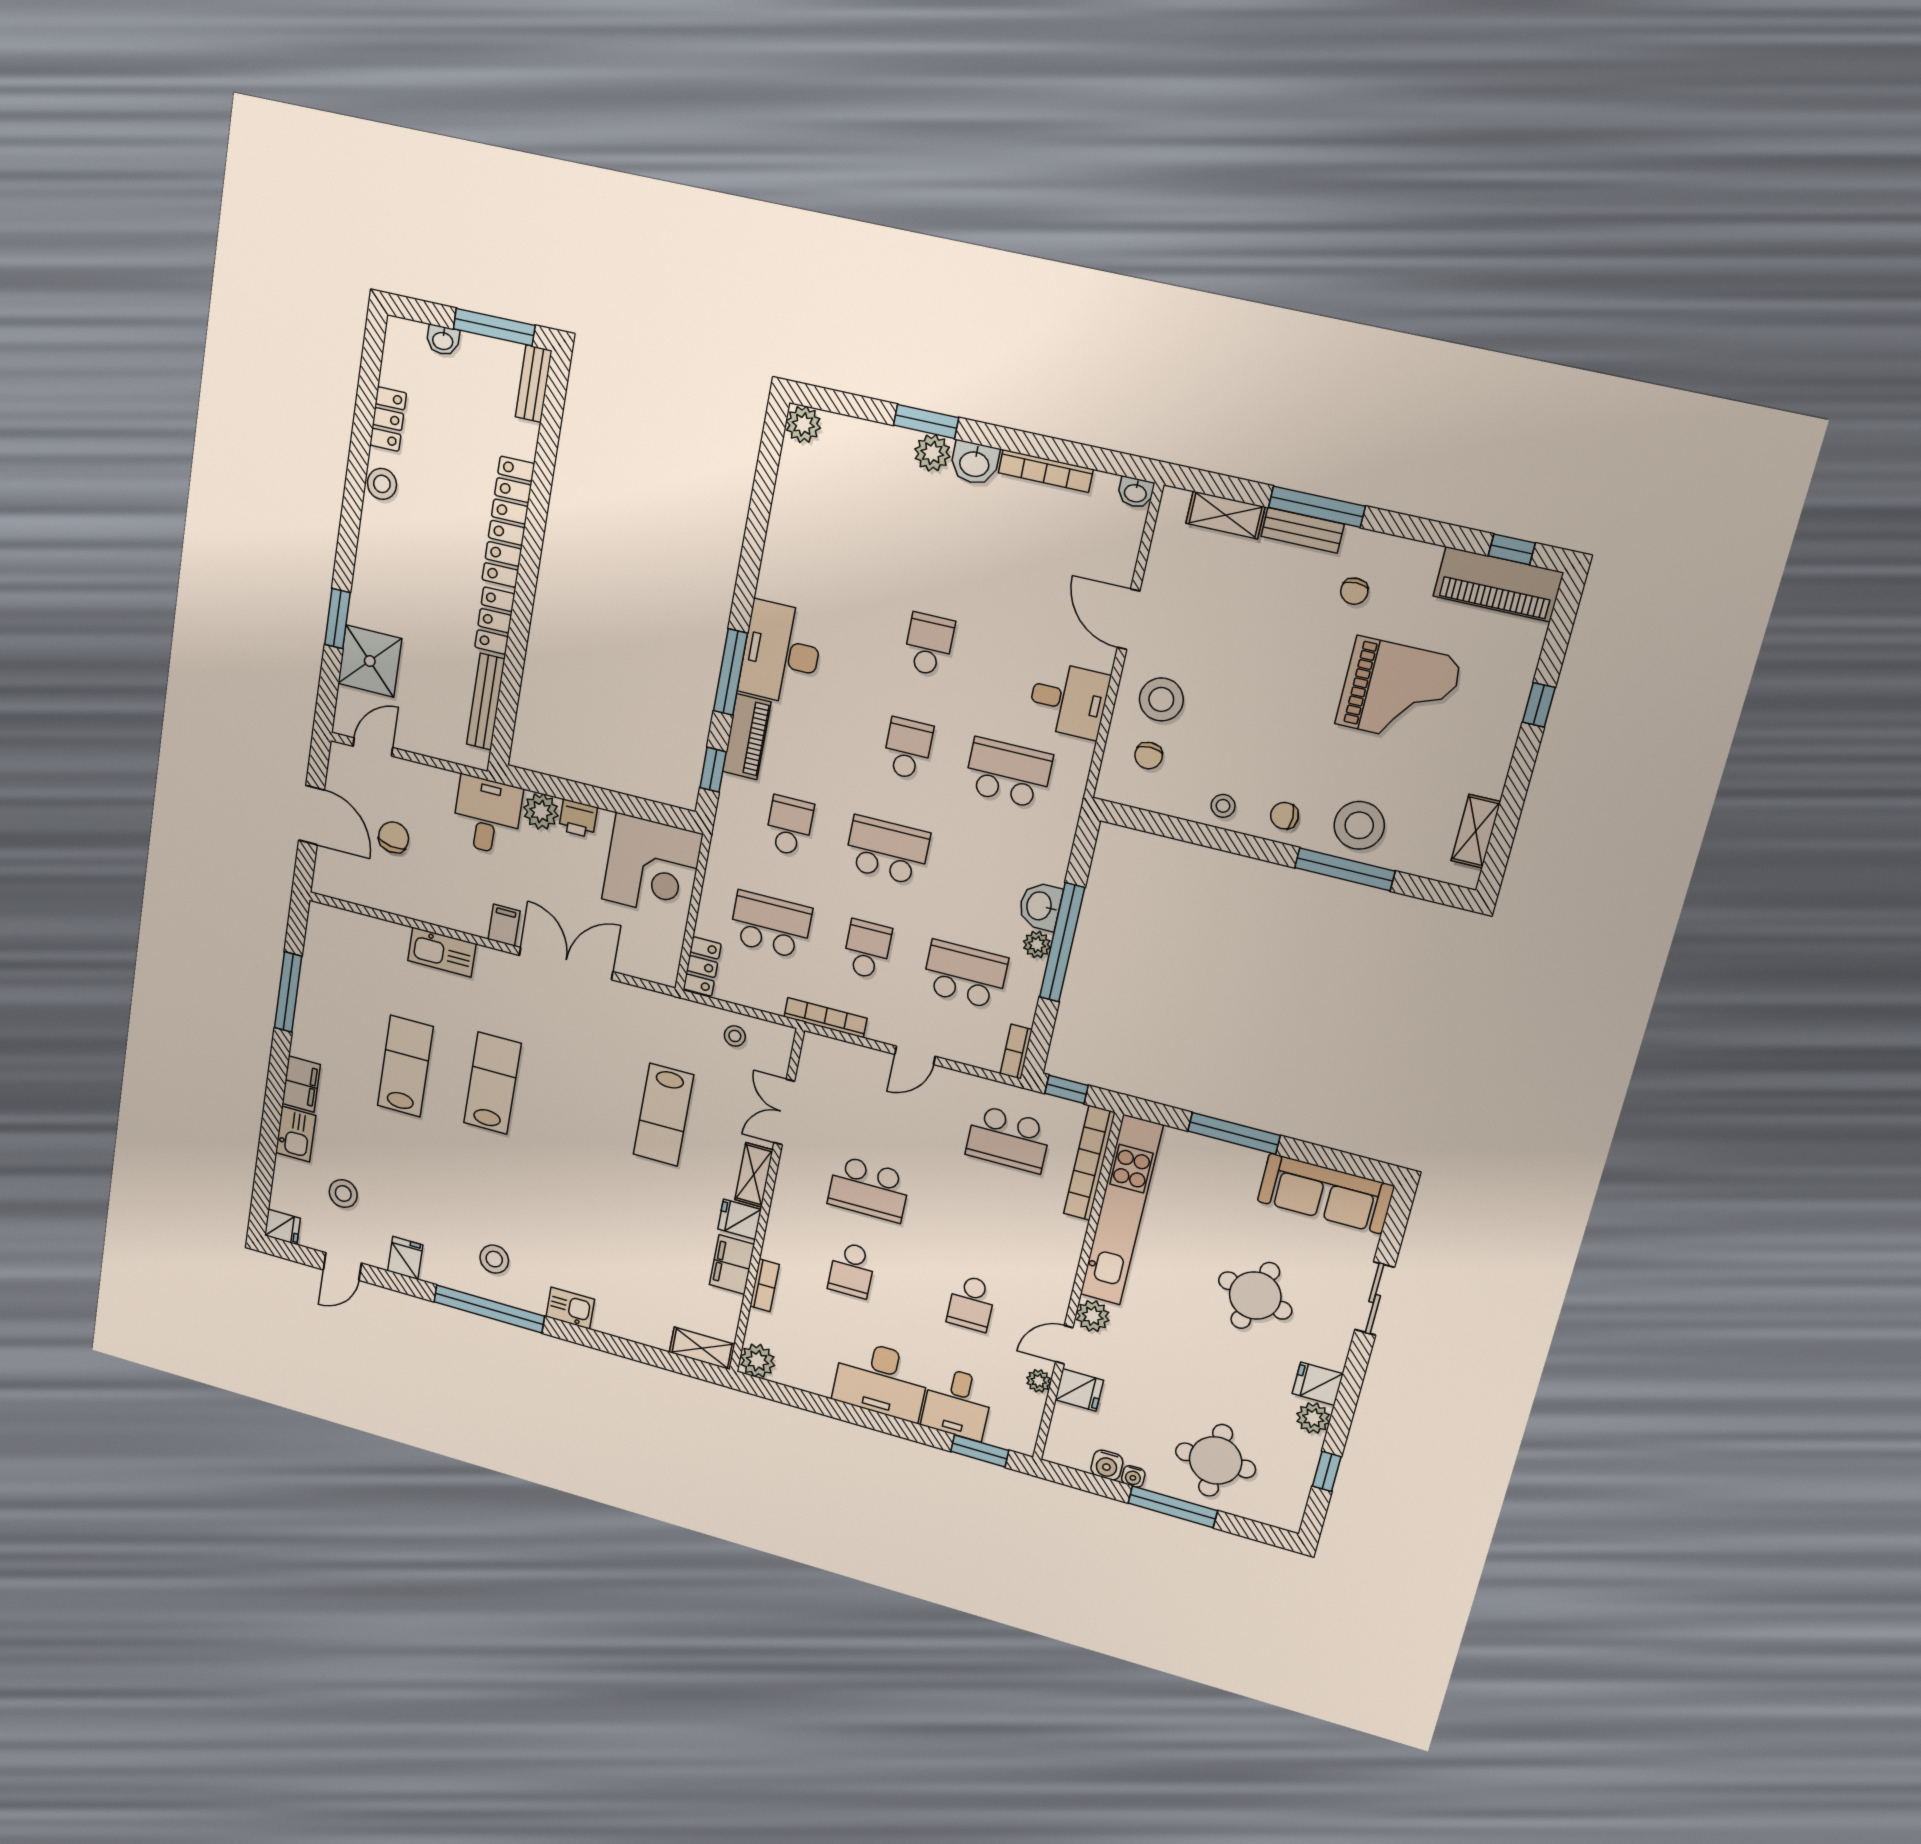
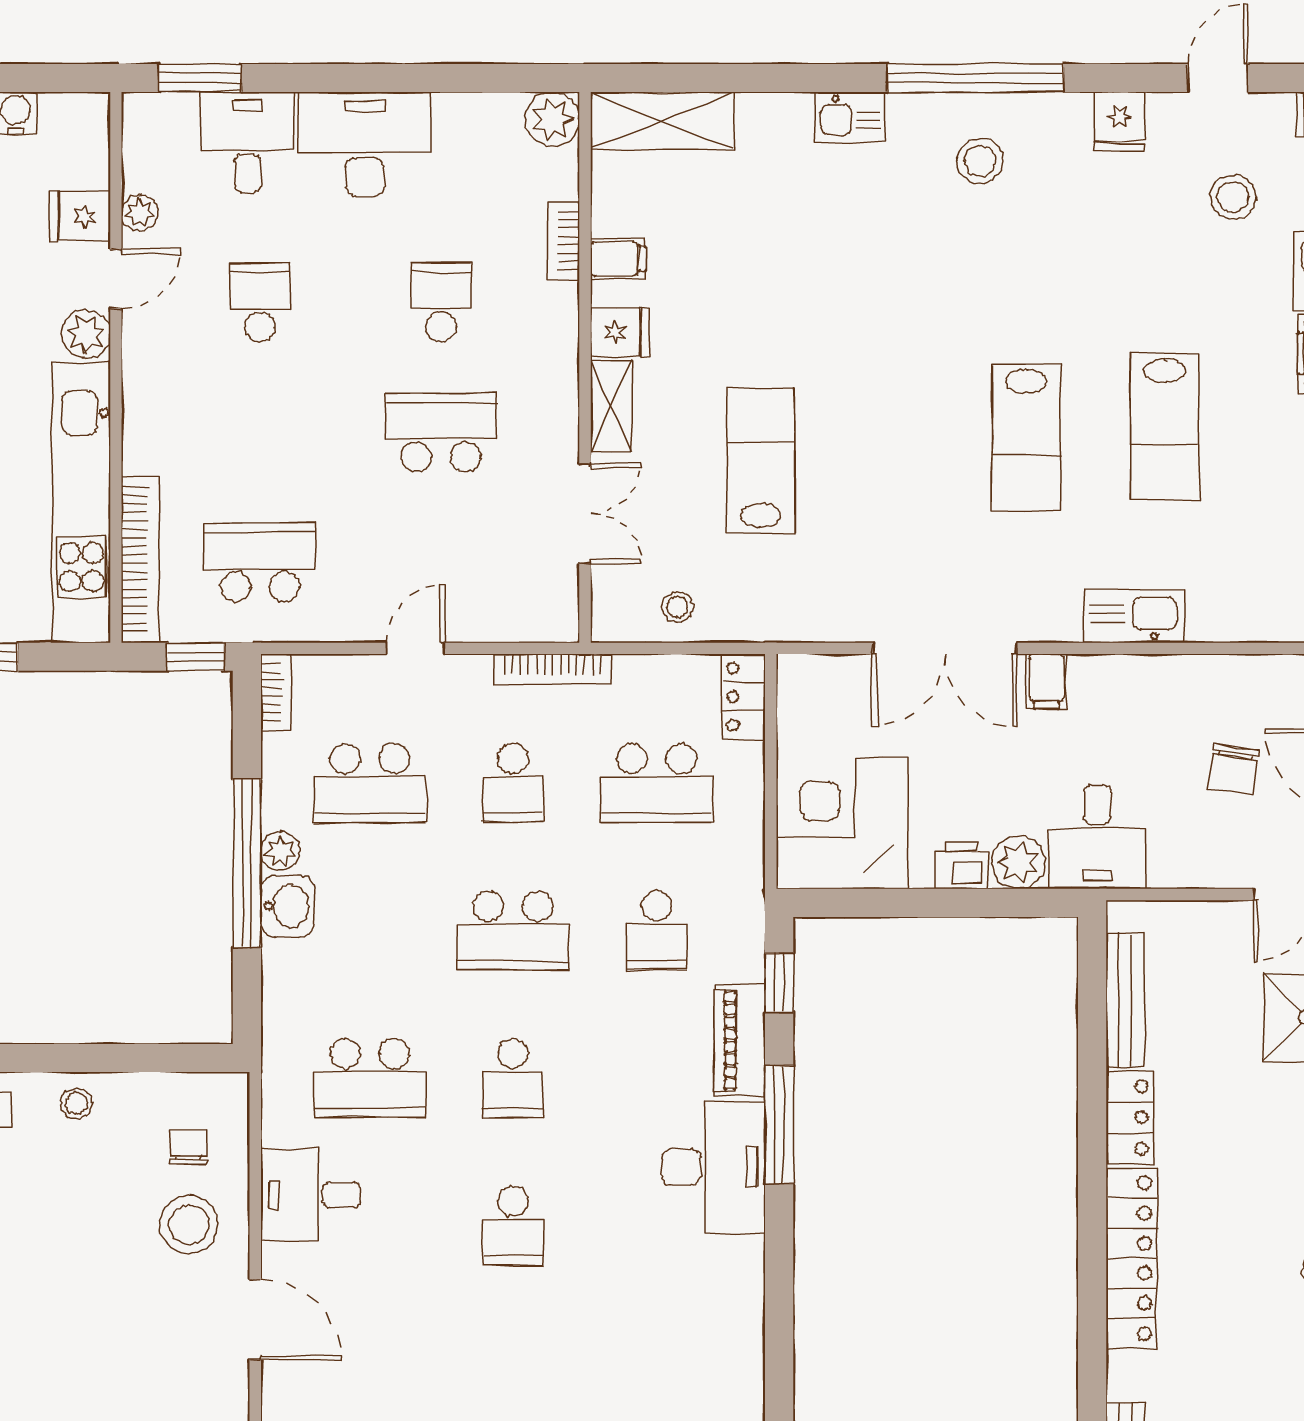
filing cabinet: (732, 1265) -> (618, 259), width x0.50
shelving: (702, 1348) -> (662, 121), width x1.50, depth x1.33

